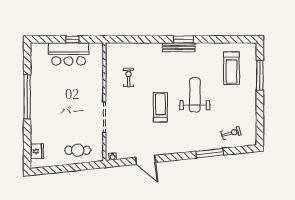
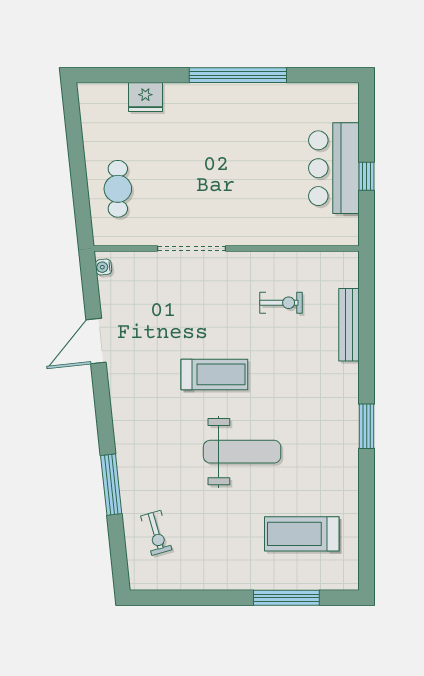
bench: (179, 47) -> (349, 325), moved
fridge: (37, 151) -> (145, 97), moved

